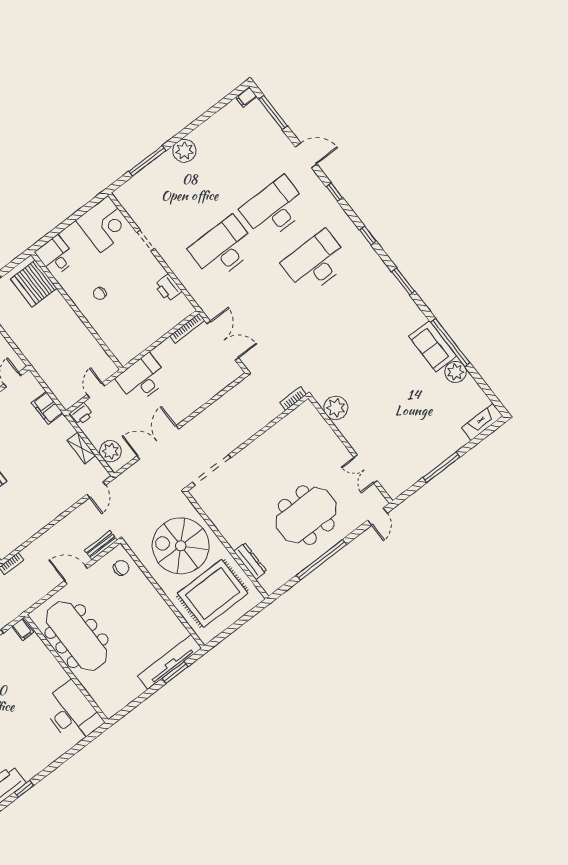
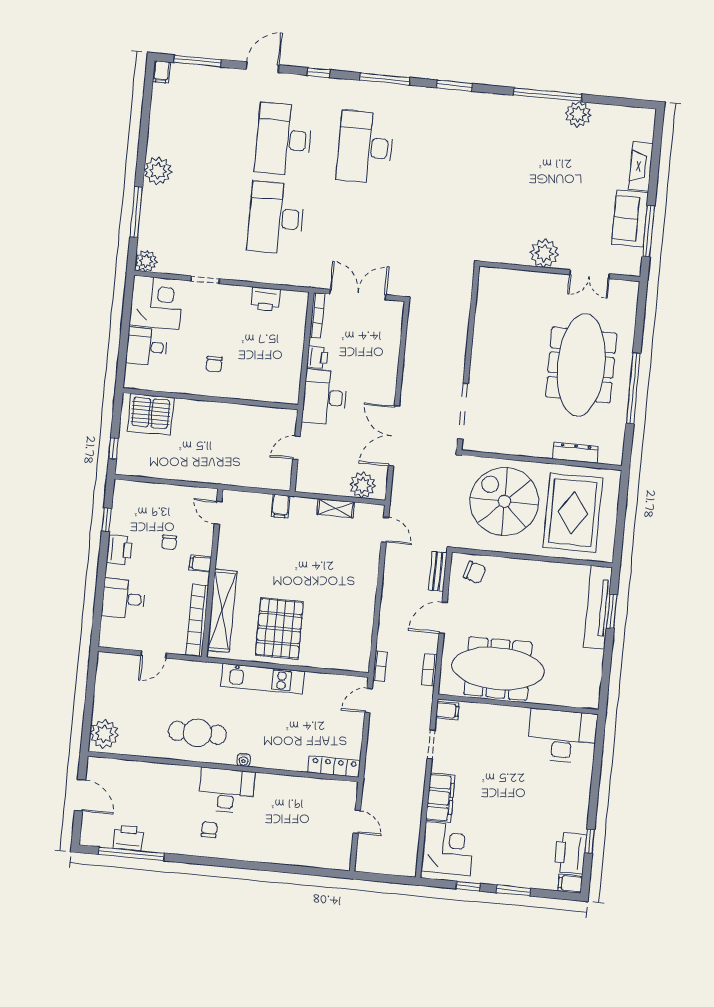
plant: (123, 194) -> (146, 261), added
window: (368, 236) -> (385, 79), width x2.17
desk: (56, 256) -> (147, 347), moved
sofa: (433, 346) -> (630, 219), moved, turned 90
door: (96, 390) -> (296, 448), hinge flipped
bookcase: (293, 398) -> (429, 670), moved
filing cabinet: (47, 408) -> (280, 506), width x0.50
plant: (336, 408) -> (544, 253), moved
printer: (81, 414) -> (317, 357), moved
fireplace: (482, 422) -> (641, 166), moved
window: (442, 467) -> (648, 231), moved
meeting table: (306, 515) -> (581, 365), width x1.36
door: (377, 517) -> (641, 303), removed
spiral stairs: (181, 546) -> (504, 501), turned 90
chair: (121, 568) -> (475, 572), turned 106

